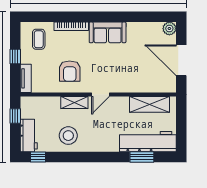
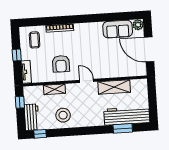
sofa: (108, 32) -> (118, 29), moved
door: (100, 95) -> (87, 81), swing flipped
shelving: (74, 103) -> (54, 89), moved
shelving: (149, 104) -> (114, 87), moved

